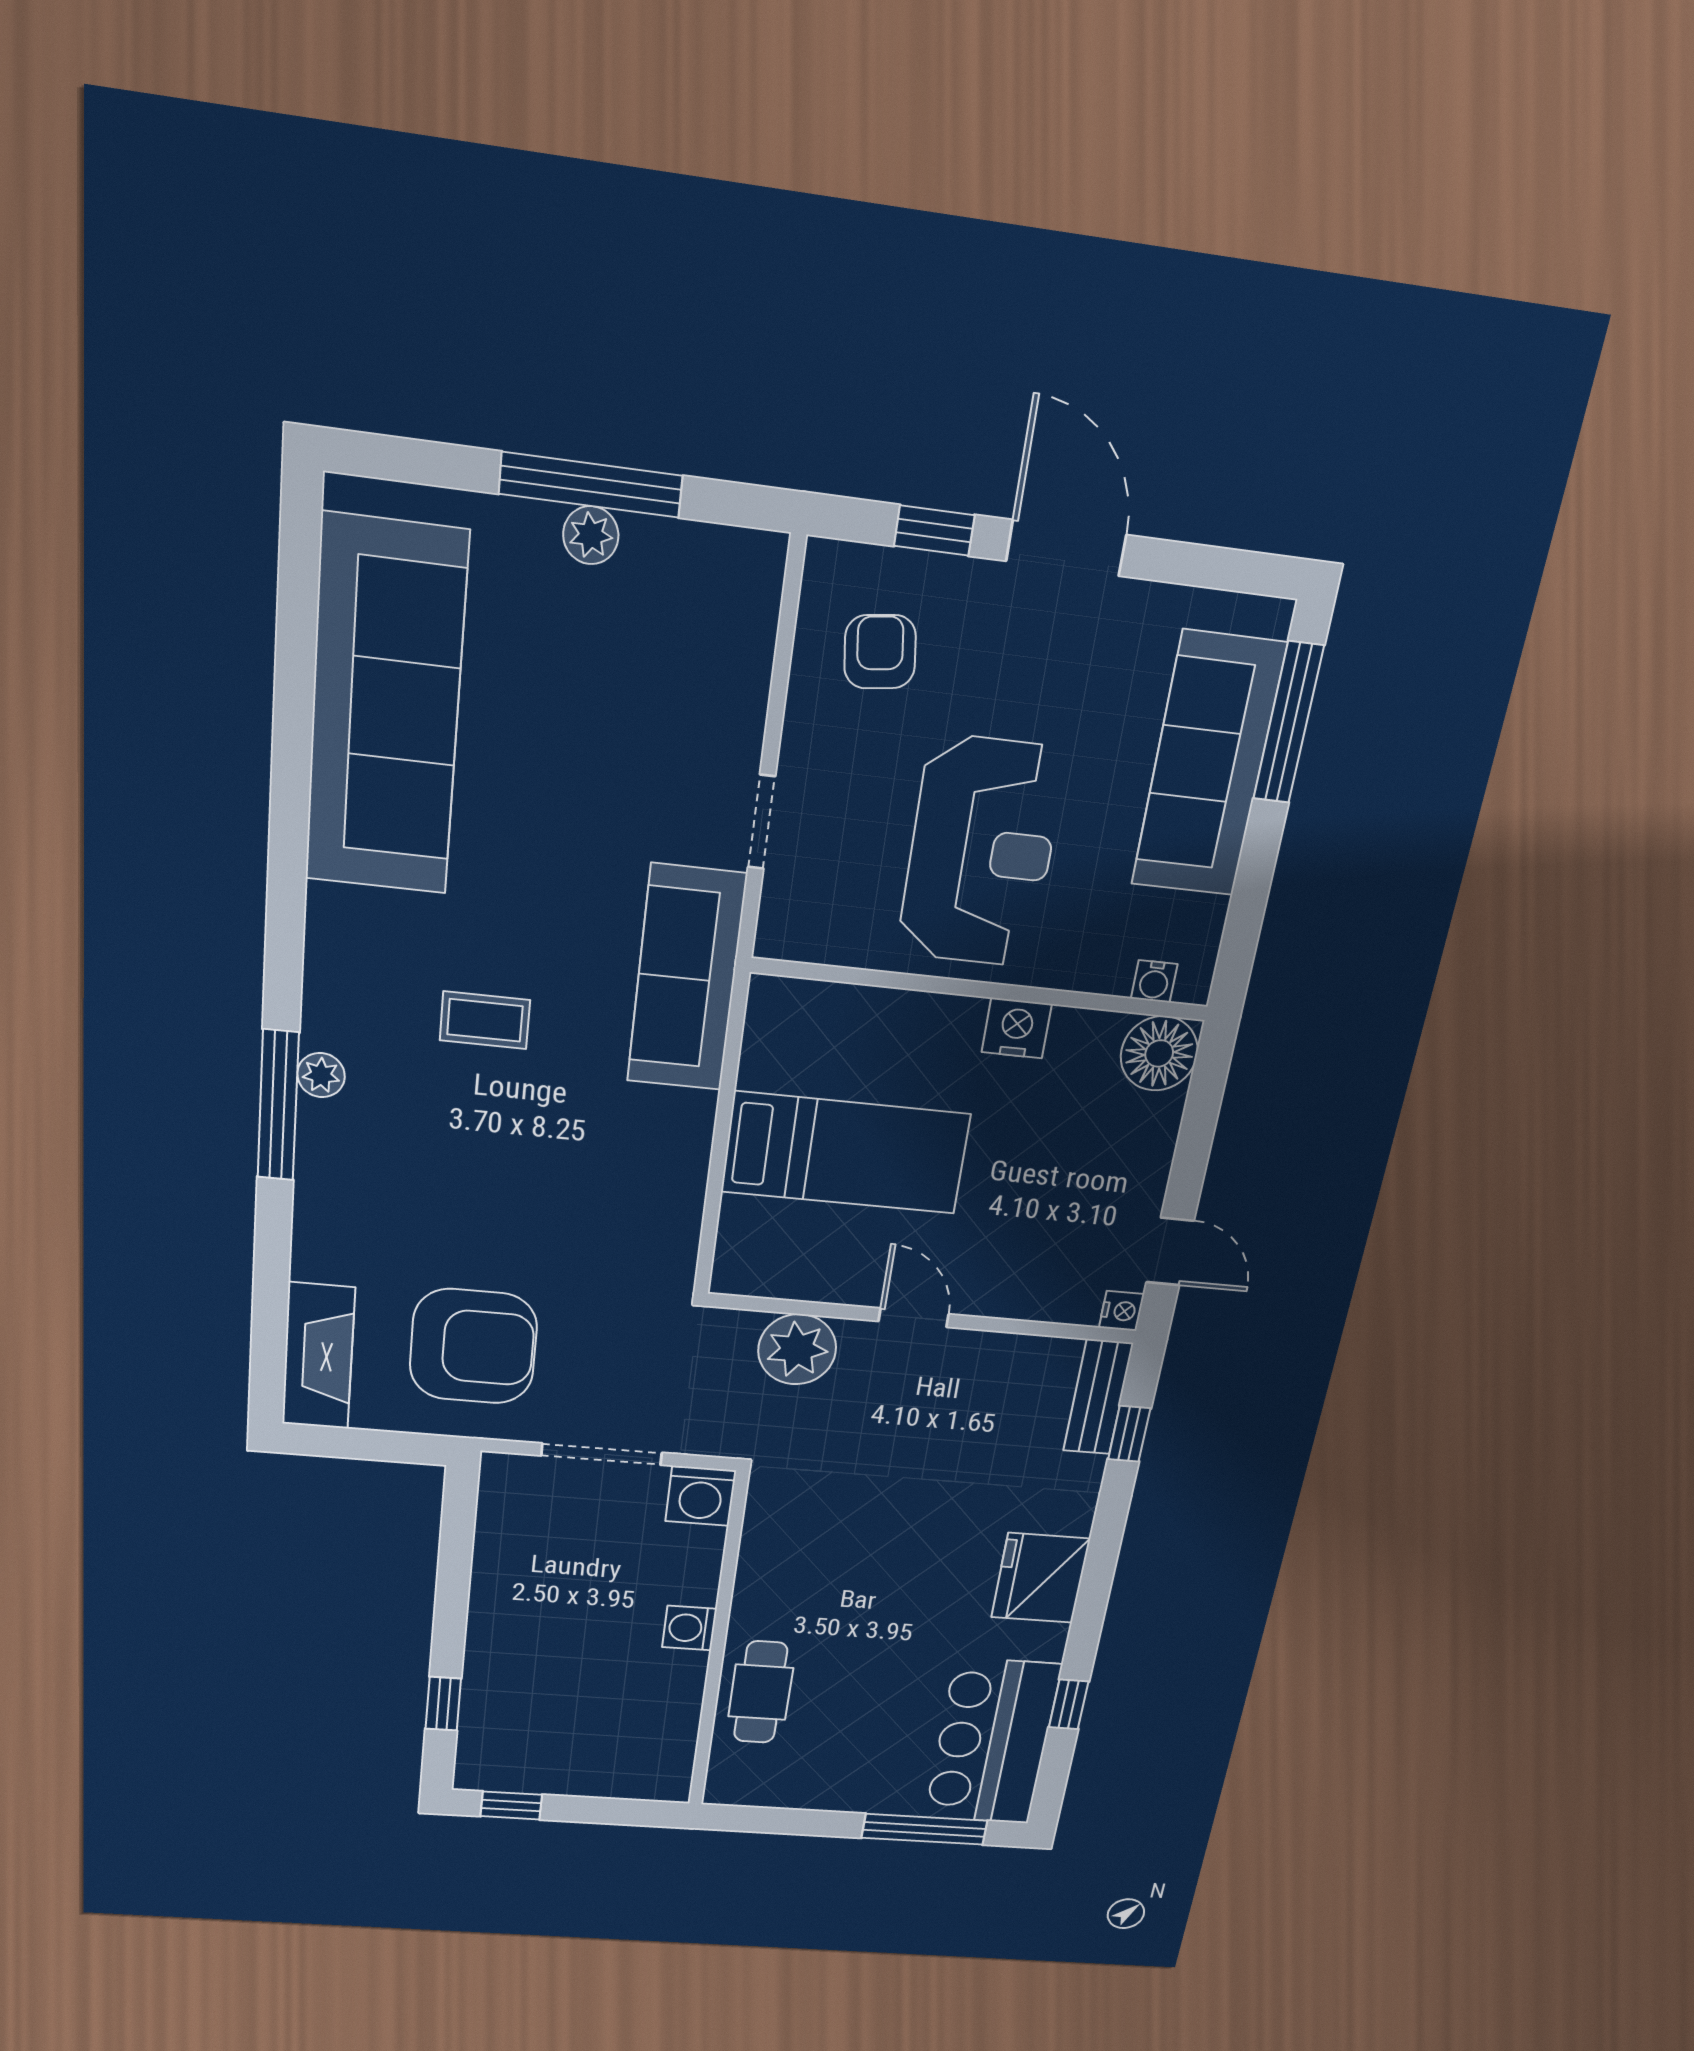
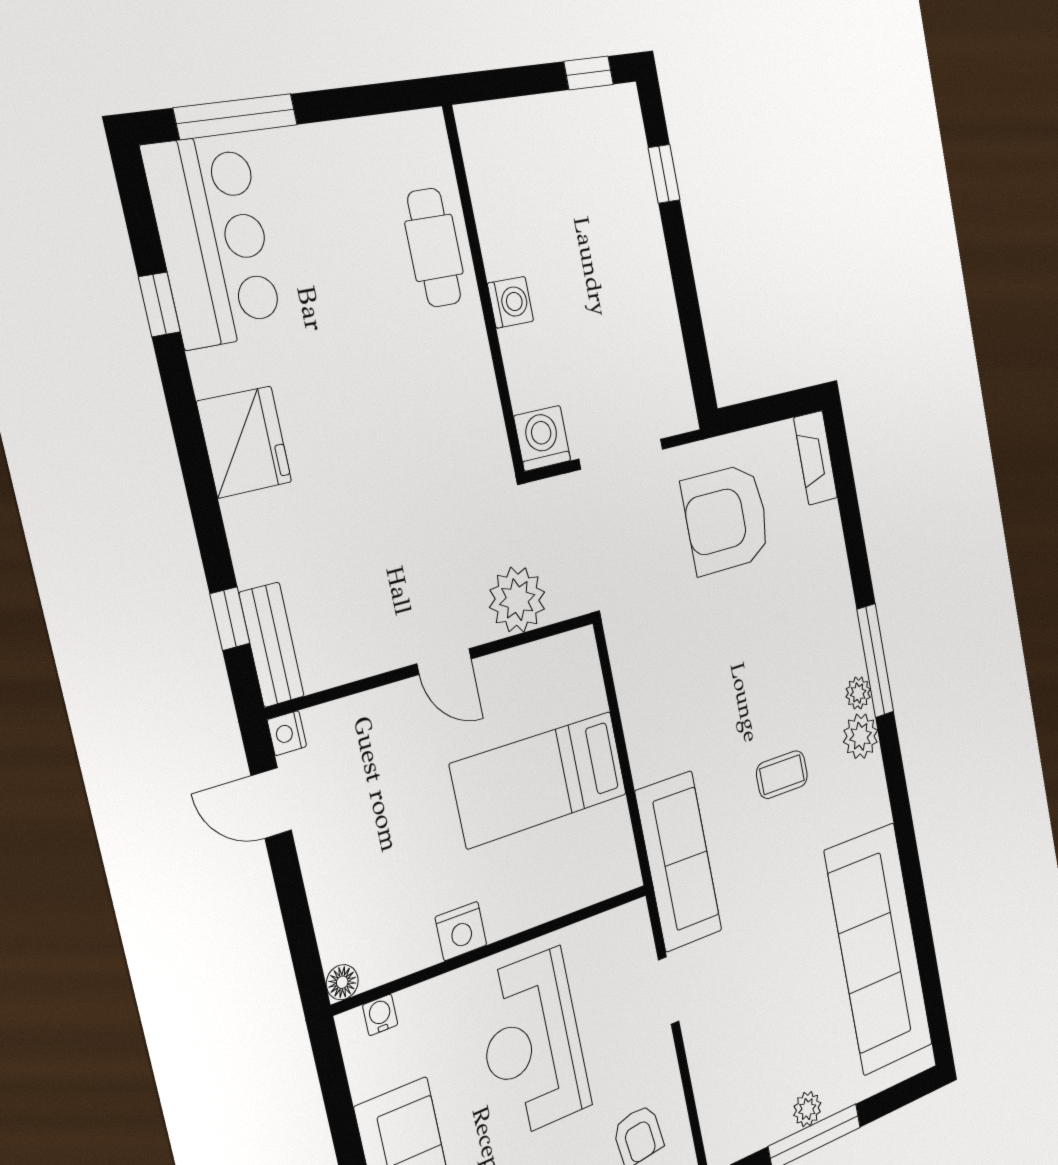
plant: (333, 1018) -> (861, 736), added
floor lamp: (1159, 1053) -> (342, 982), width x0.53, depth x0.53
fireplace: (318, 1356) -> (816, 458), width x0.73, depth x0.76

